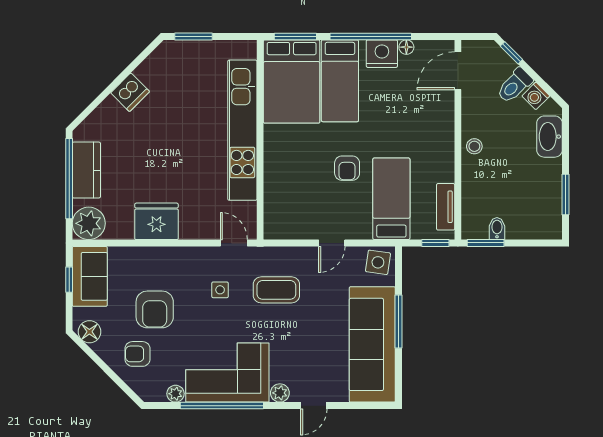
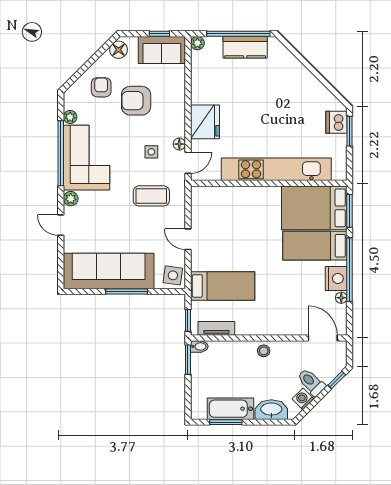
dishwasher: (130, 92) -> (336, 122), moved, turned 45
armchair: (347, 168) -> (247, 251), removed
bathtub: (548, 189) -> (231, 409), added
fridge: (156, 221) -> (205, 122), moved
plant: (89, 223) -> (197, 43), width x0.53, depth x0.53
bidet: (497, 229) -> (199, 346), moved
floor lamp: (210, 254) -> (179, 144), added
coffee table: (276, 290) -> (151, 196), turned 90

